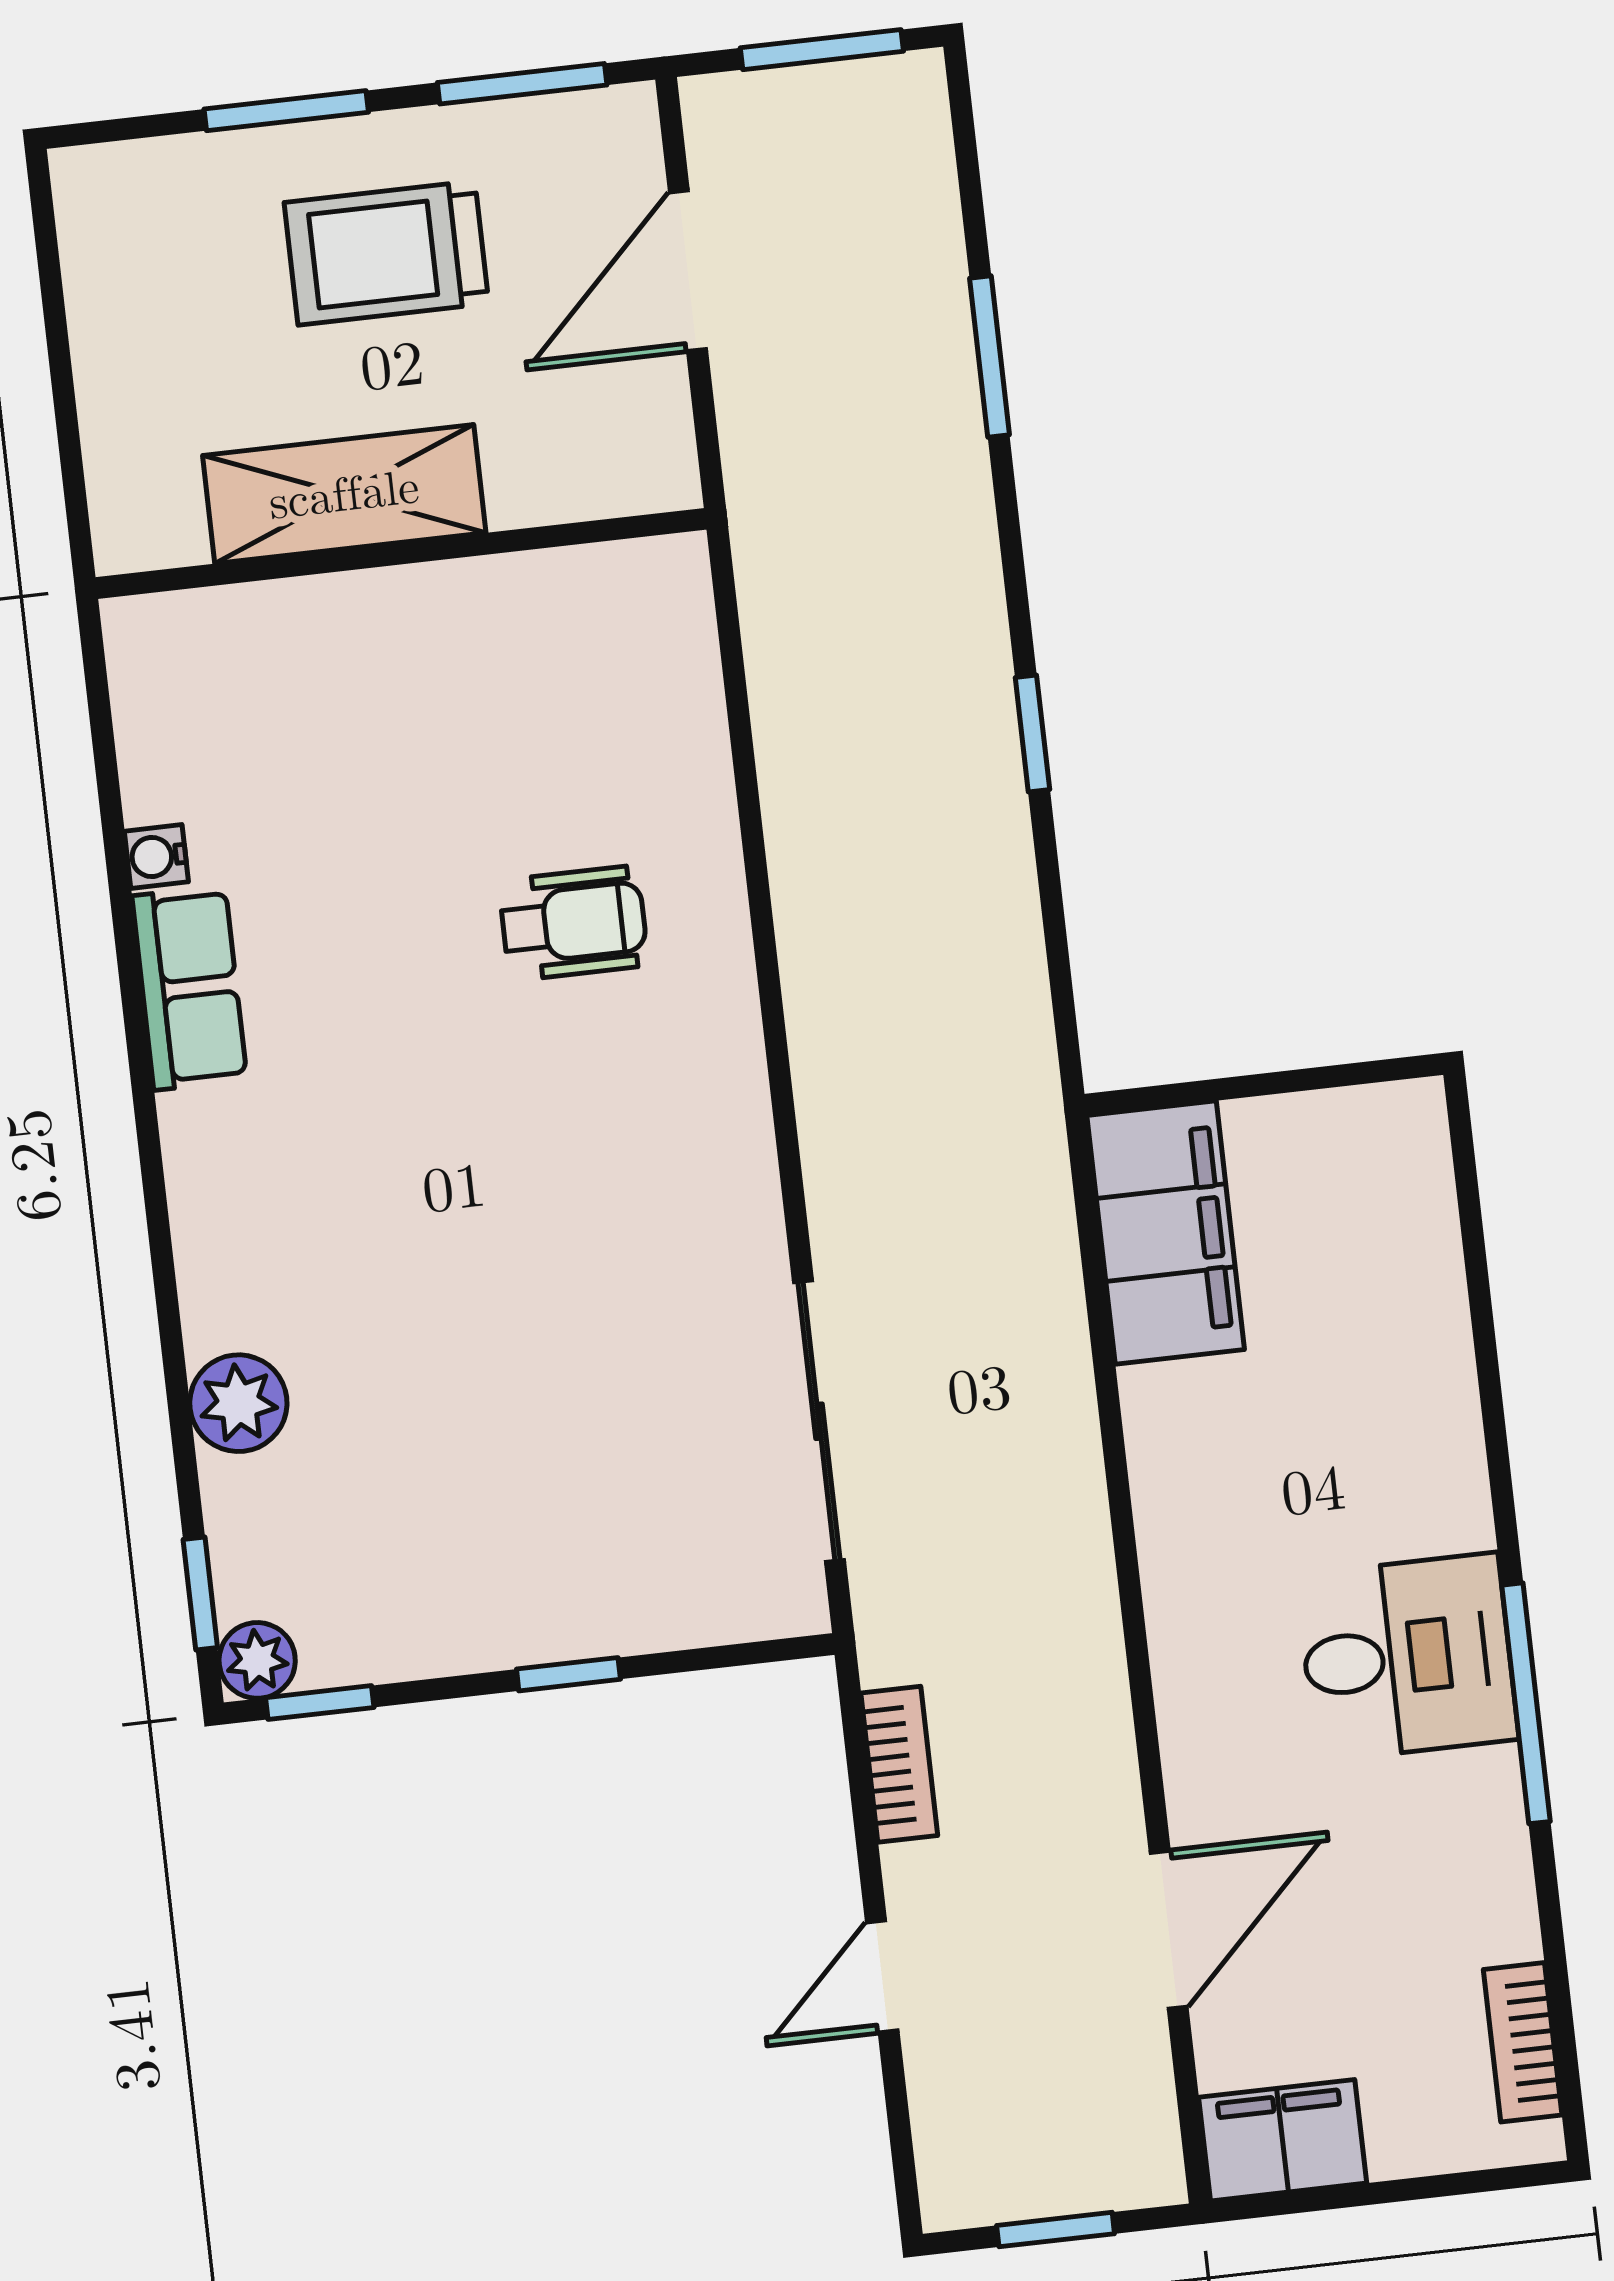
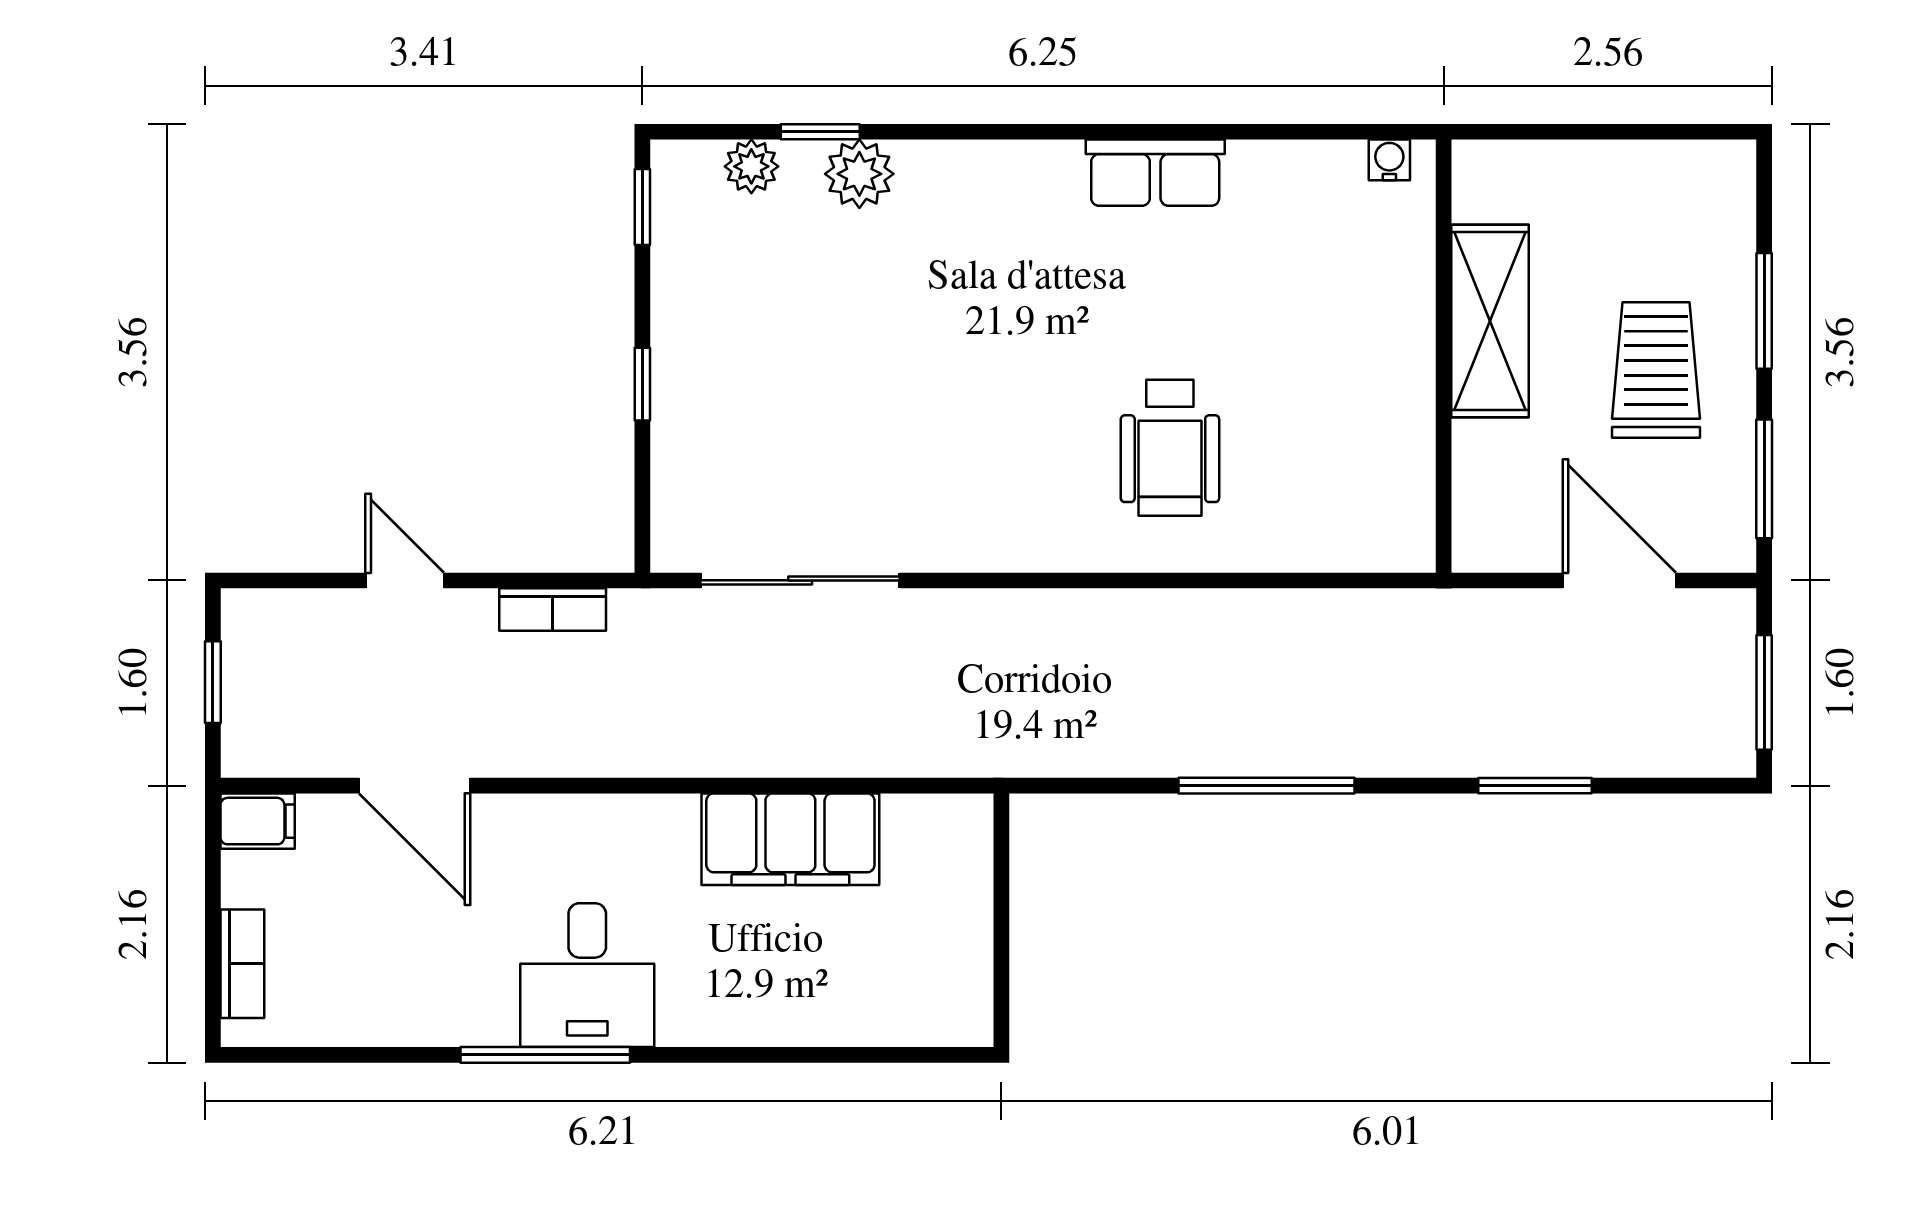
window: (1032, 733) -> (1266, 786), width x2.17
water cooler: (156, 856) -> (1389, 160), moved
wheelchair: (573, 923) -> (1170, 448), width x1.36, depth x1.37
filing cabinet: (1166, 1233) -> (790, 839), moved
window: (200, 1593) -> (820, 132), moved
plant: (257, 1660) -> (751, 166), moved
bookcase: (1523, 2042) -> (242, 964), moved, turned 90
filing cabinet: (1283, 2140) -> (258, 821), width x0.50

